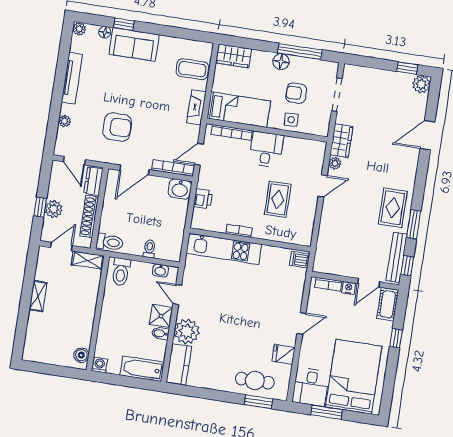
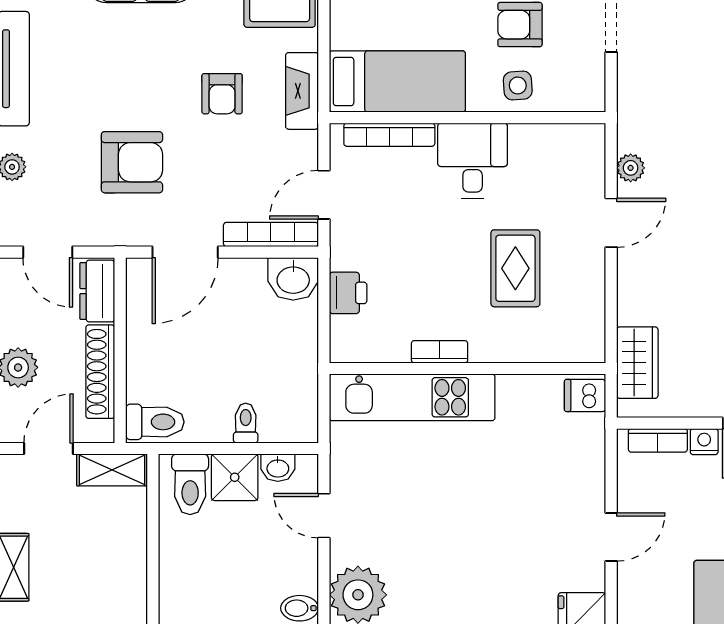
armchair: (161, 103) -> (222, 94), added
wardrobe: (341, 141) -> (637, 363), moved
shower: (161, 316) -> (235, 477), moved

